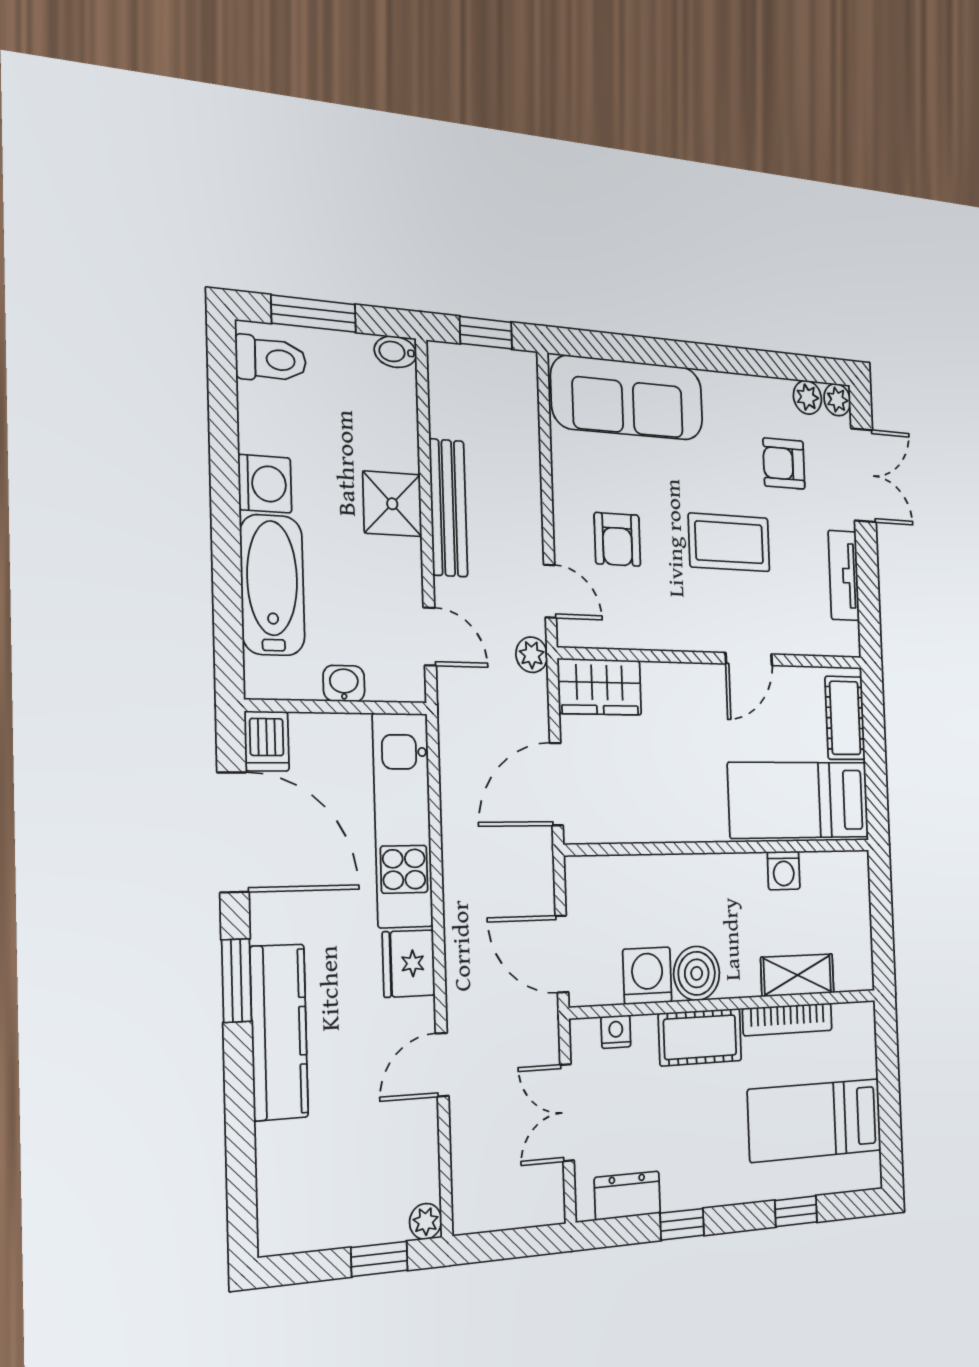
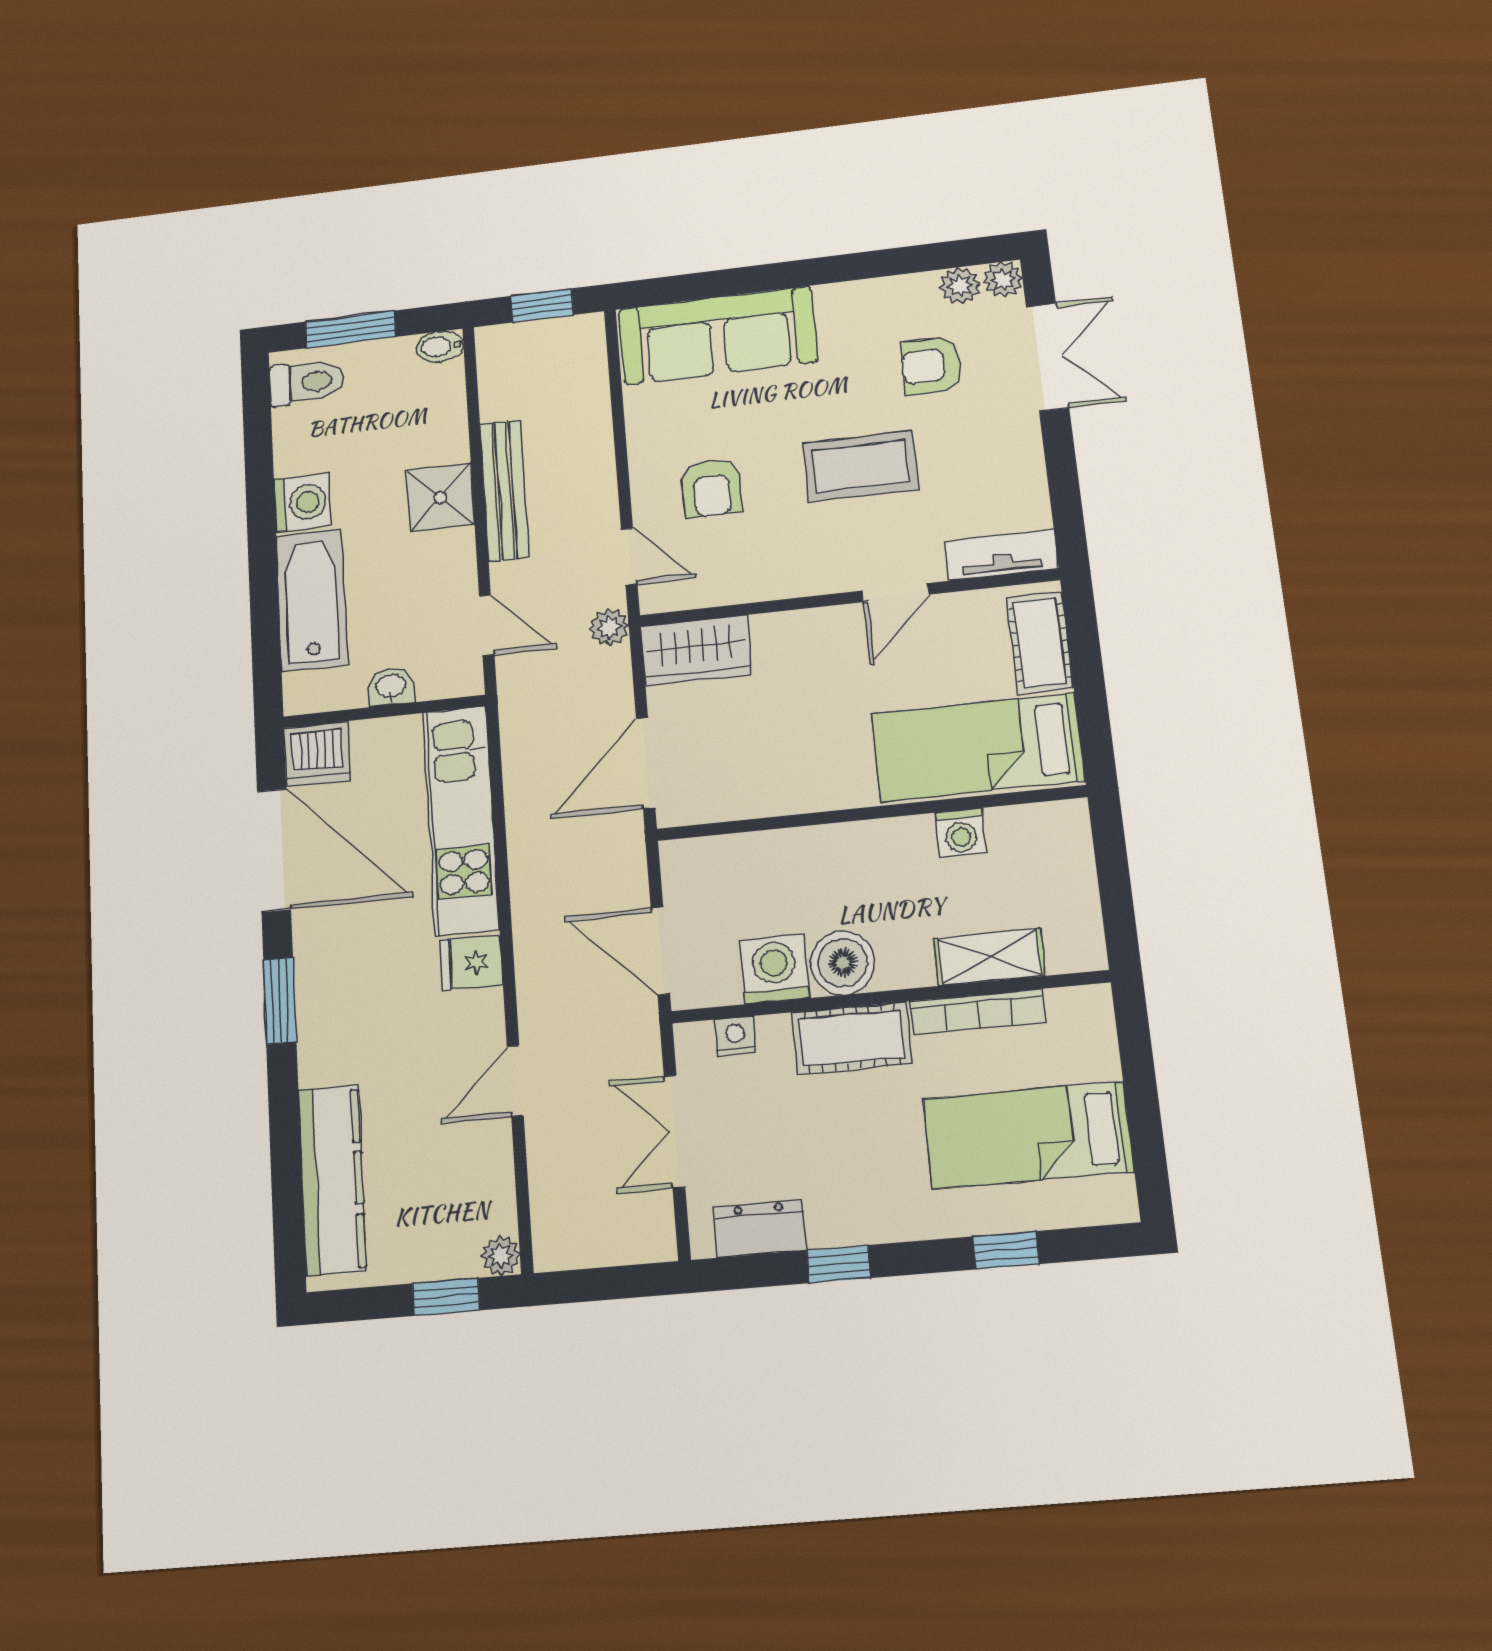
tv unit: (844, 575) -> (1002, 555), moved, turned 90
dishwasher: (267, 741) -> (317, 754), width x1.38
fridge: (409, 964) -> (472, 962), width x0.72
kitchen counter: (279, 1032) -> (332, 1180), moved

